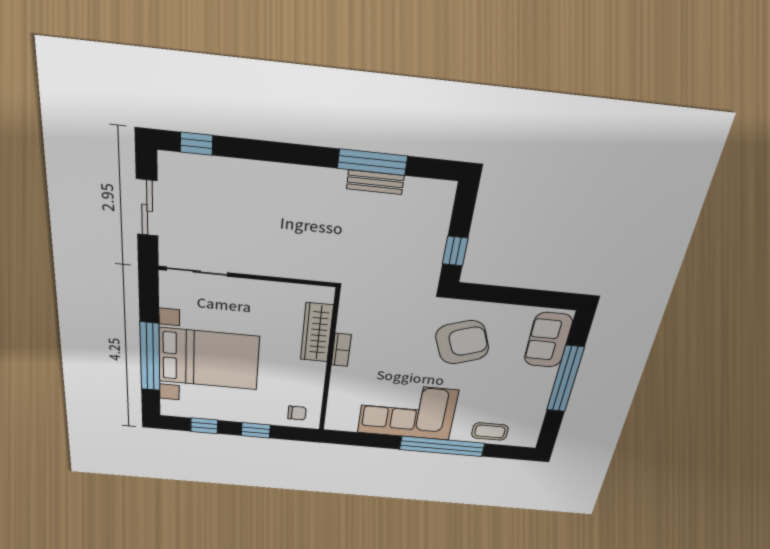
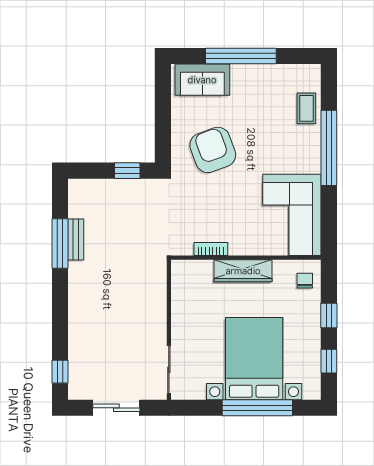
wardrobe: (317, 332) -> (243, 271), moved
bookcase: (341, 350) -> (211, 249), moved
corner sofa: (408, 411) -> (292, 215), moved

